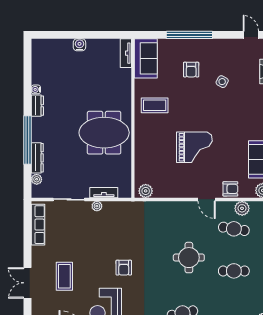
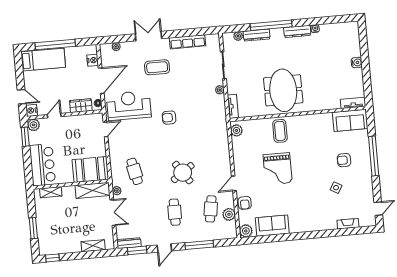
coffee table: (155, 105) -> (280, 131), moved
dresser: (37, 106) -> (297, 31), width x1.44
tv unit: (104, 193) -> (233, 106), moved
row of seats: (38, 225) -> (188, 42), moved
round table: (189, 258) -> (183, 173), turned -35

